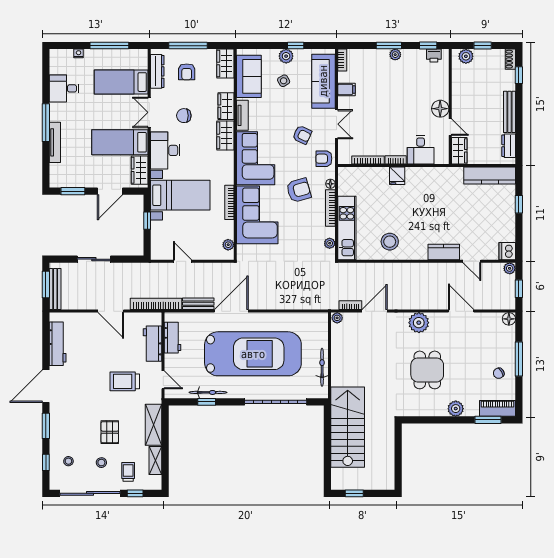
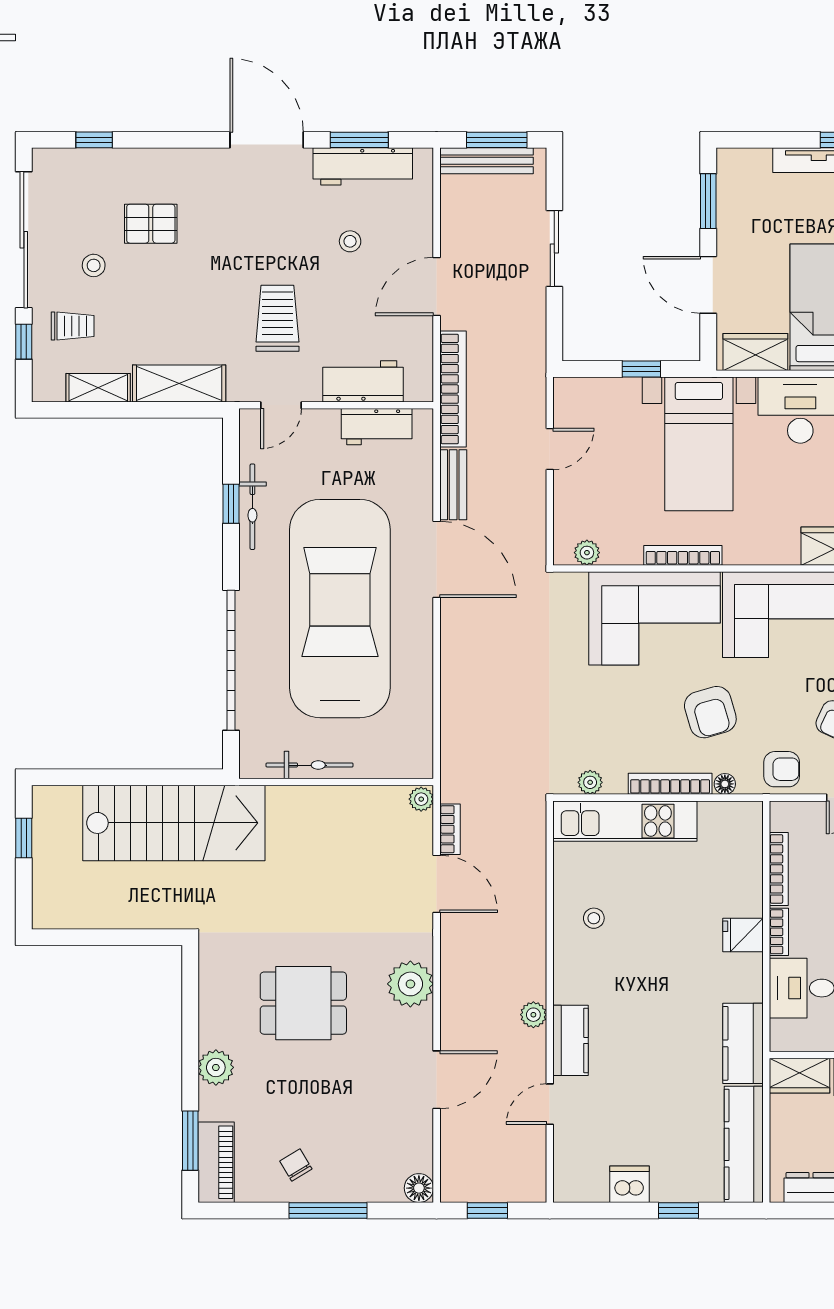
armchair: (324, 159) -> (782, 769), turned 90
kitchen counter: (445, 176) -> (743, 1043), added
stool: (390, 242) -> (594, 918), width x0.53, depth x0.53
dishwasher: (507, 251) -> (629, 1184), moved
plant: (510, 268) -> (533, 1015), moved
car: (253, 354) -> (340, 609), turned 180
window: (46, 426) -> (359, 140), moved
pallet: (110, 432) -> (151, 224), moved
stool: (68, 461) -> (350, 241), moved

